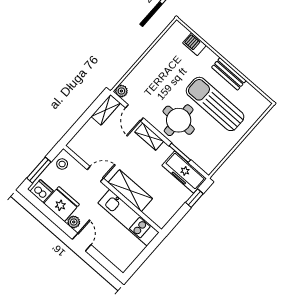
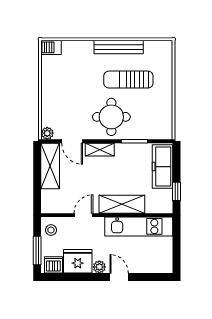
barbecue: (195, 44) -> (51, 47), moved
bench: (229, 74) -> (119, 47), width x1.36
sun lounger: (215, 104) -> (128, 80), width x0.73, depth x0.75
shelving: (106, 110) -> (50, 166), width x1.50, depth x1.33
freezer: (184, 172) -> (162, 167), moved, turned 90
window: (194, 198) -> (176, 191), moved

